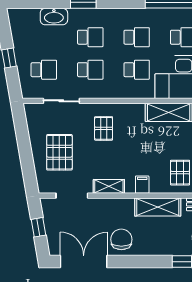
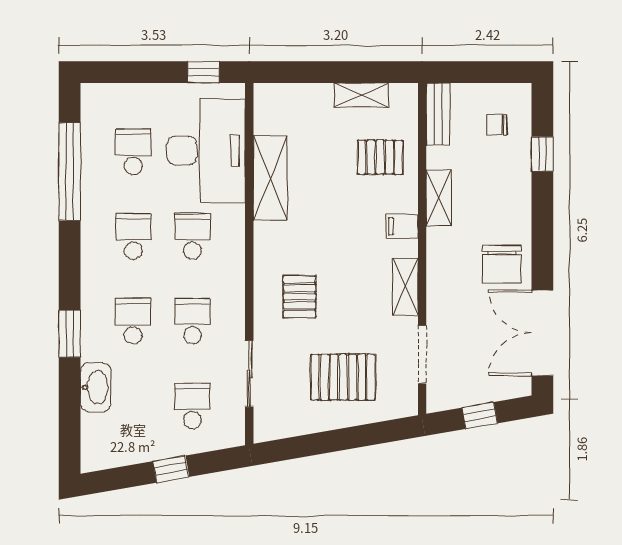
pallet: (104, 128) -> (300, 297), turned 90
shelving: (158, 207) -> (439, 198), width x0.67, depth x0.75
chair: (121, 239) -> (502, 264), turned -90

